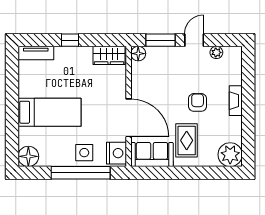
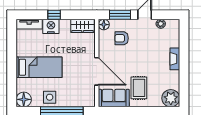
armchair: (198, 102) -> (122, 38), moved, turned -90
side table: (84, 153) -> (50, 97), moved
nightstand: (116, 153) -> (51, 26), moved, turned -90

